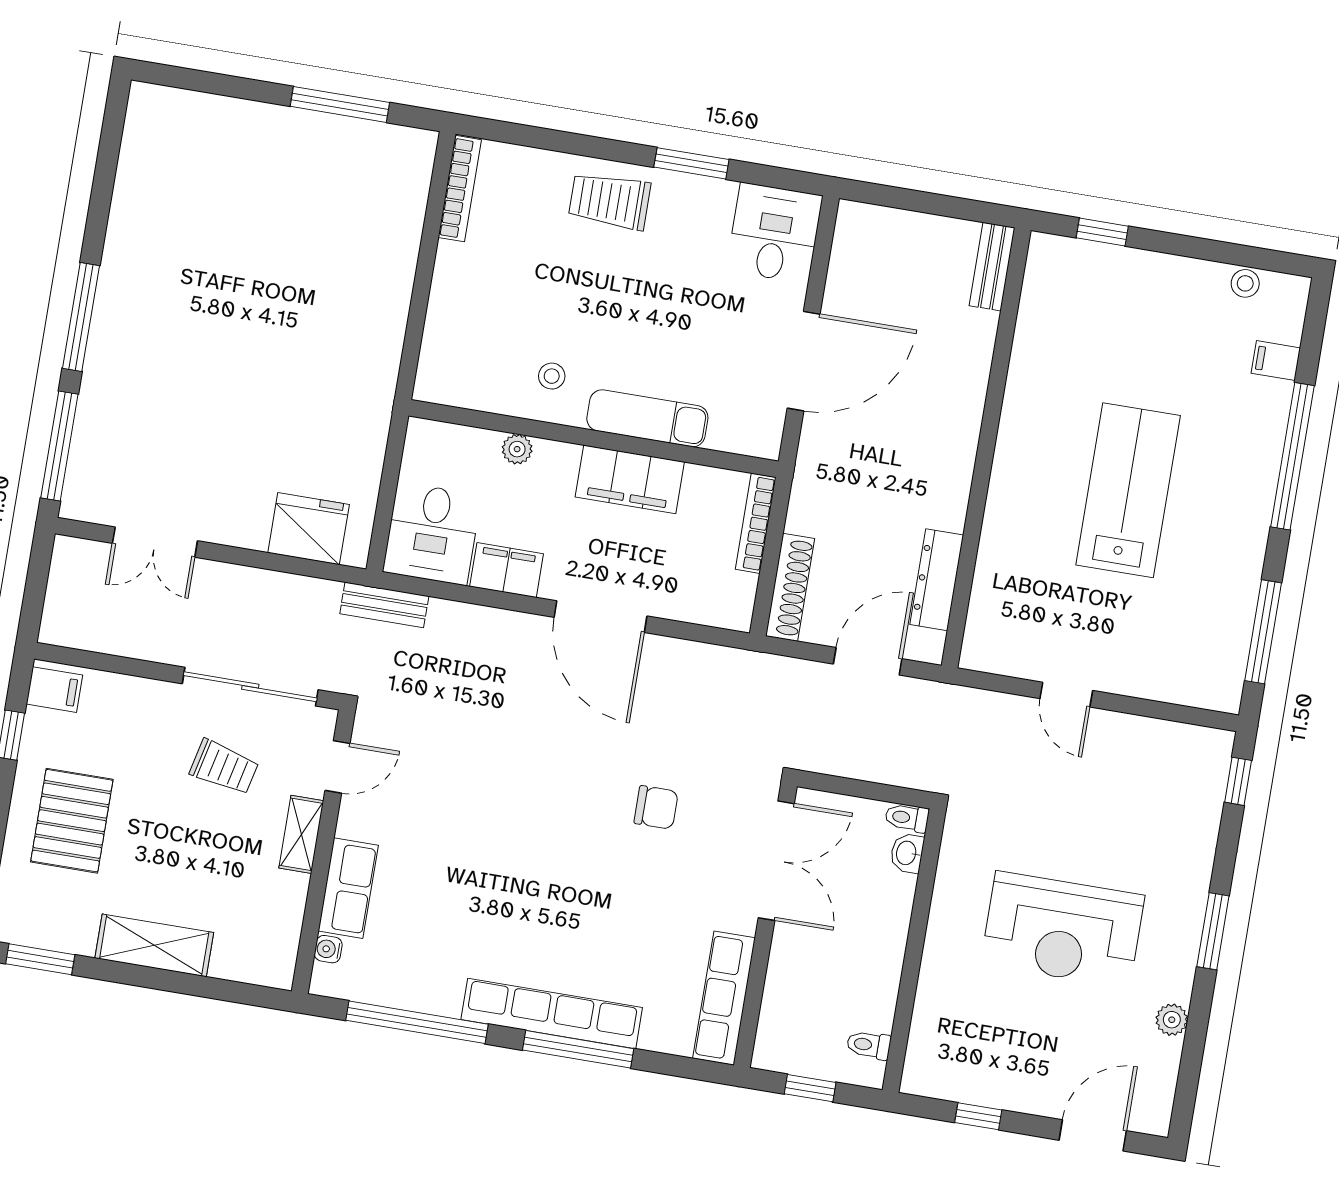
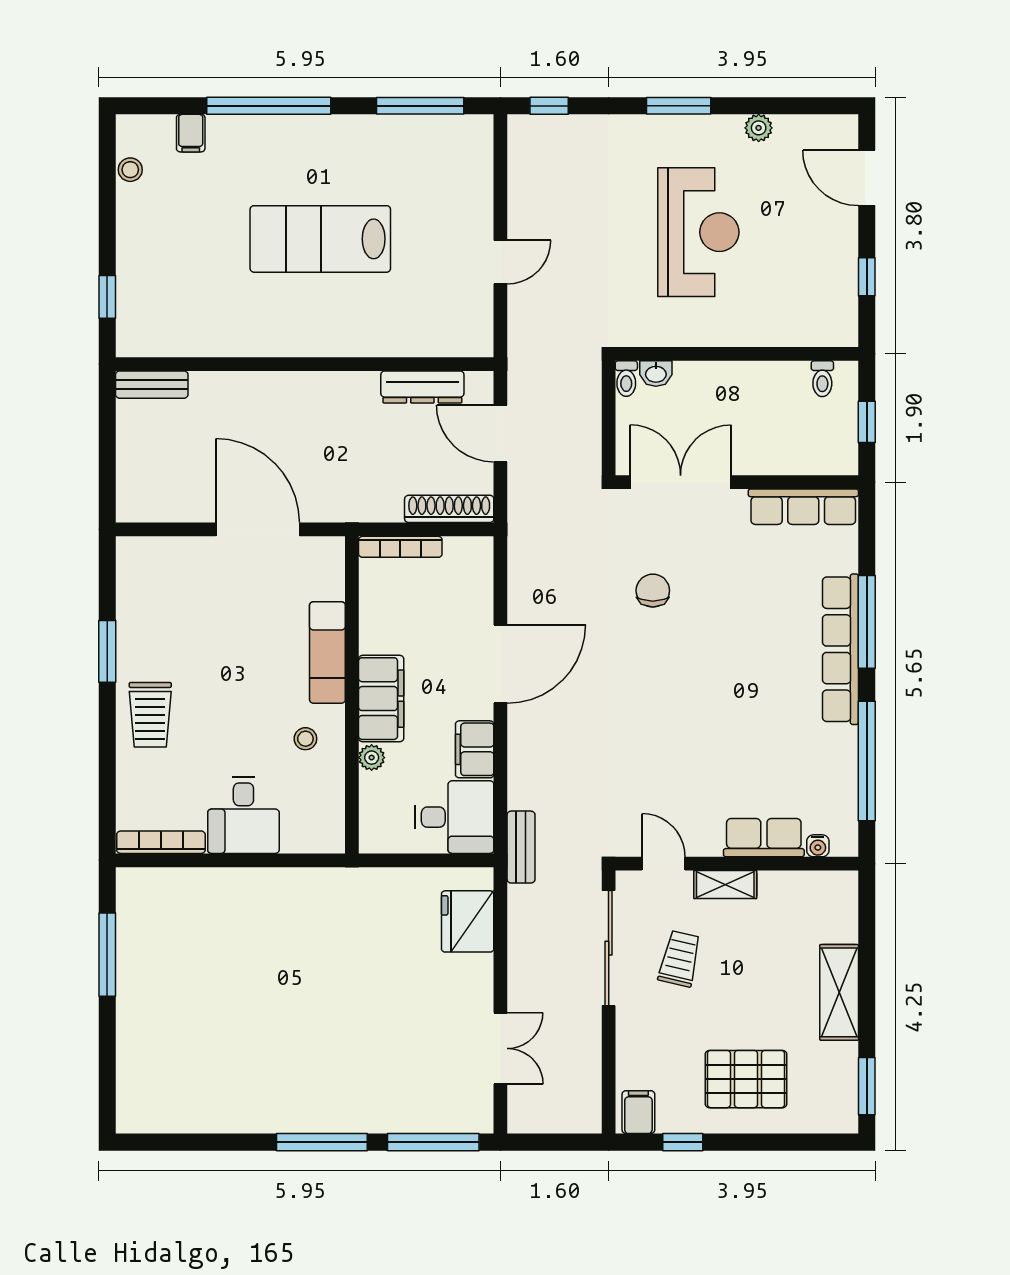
desk: (774, 233) -> (243, 815), moved, turned -90
filing cabinet: (630, 479) -> (381, 699), moved

